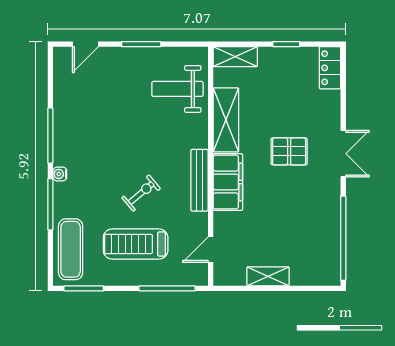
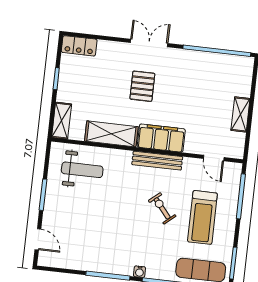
weight bench: (177, 89) -> (82, 170), turned -90

